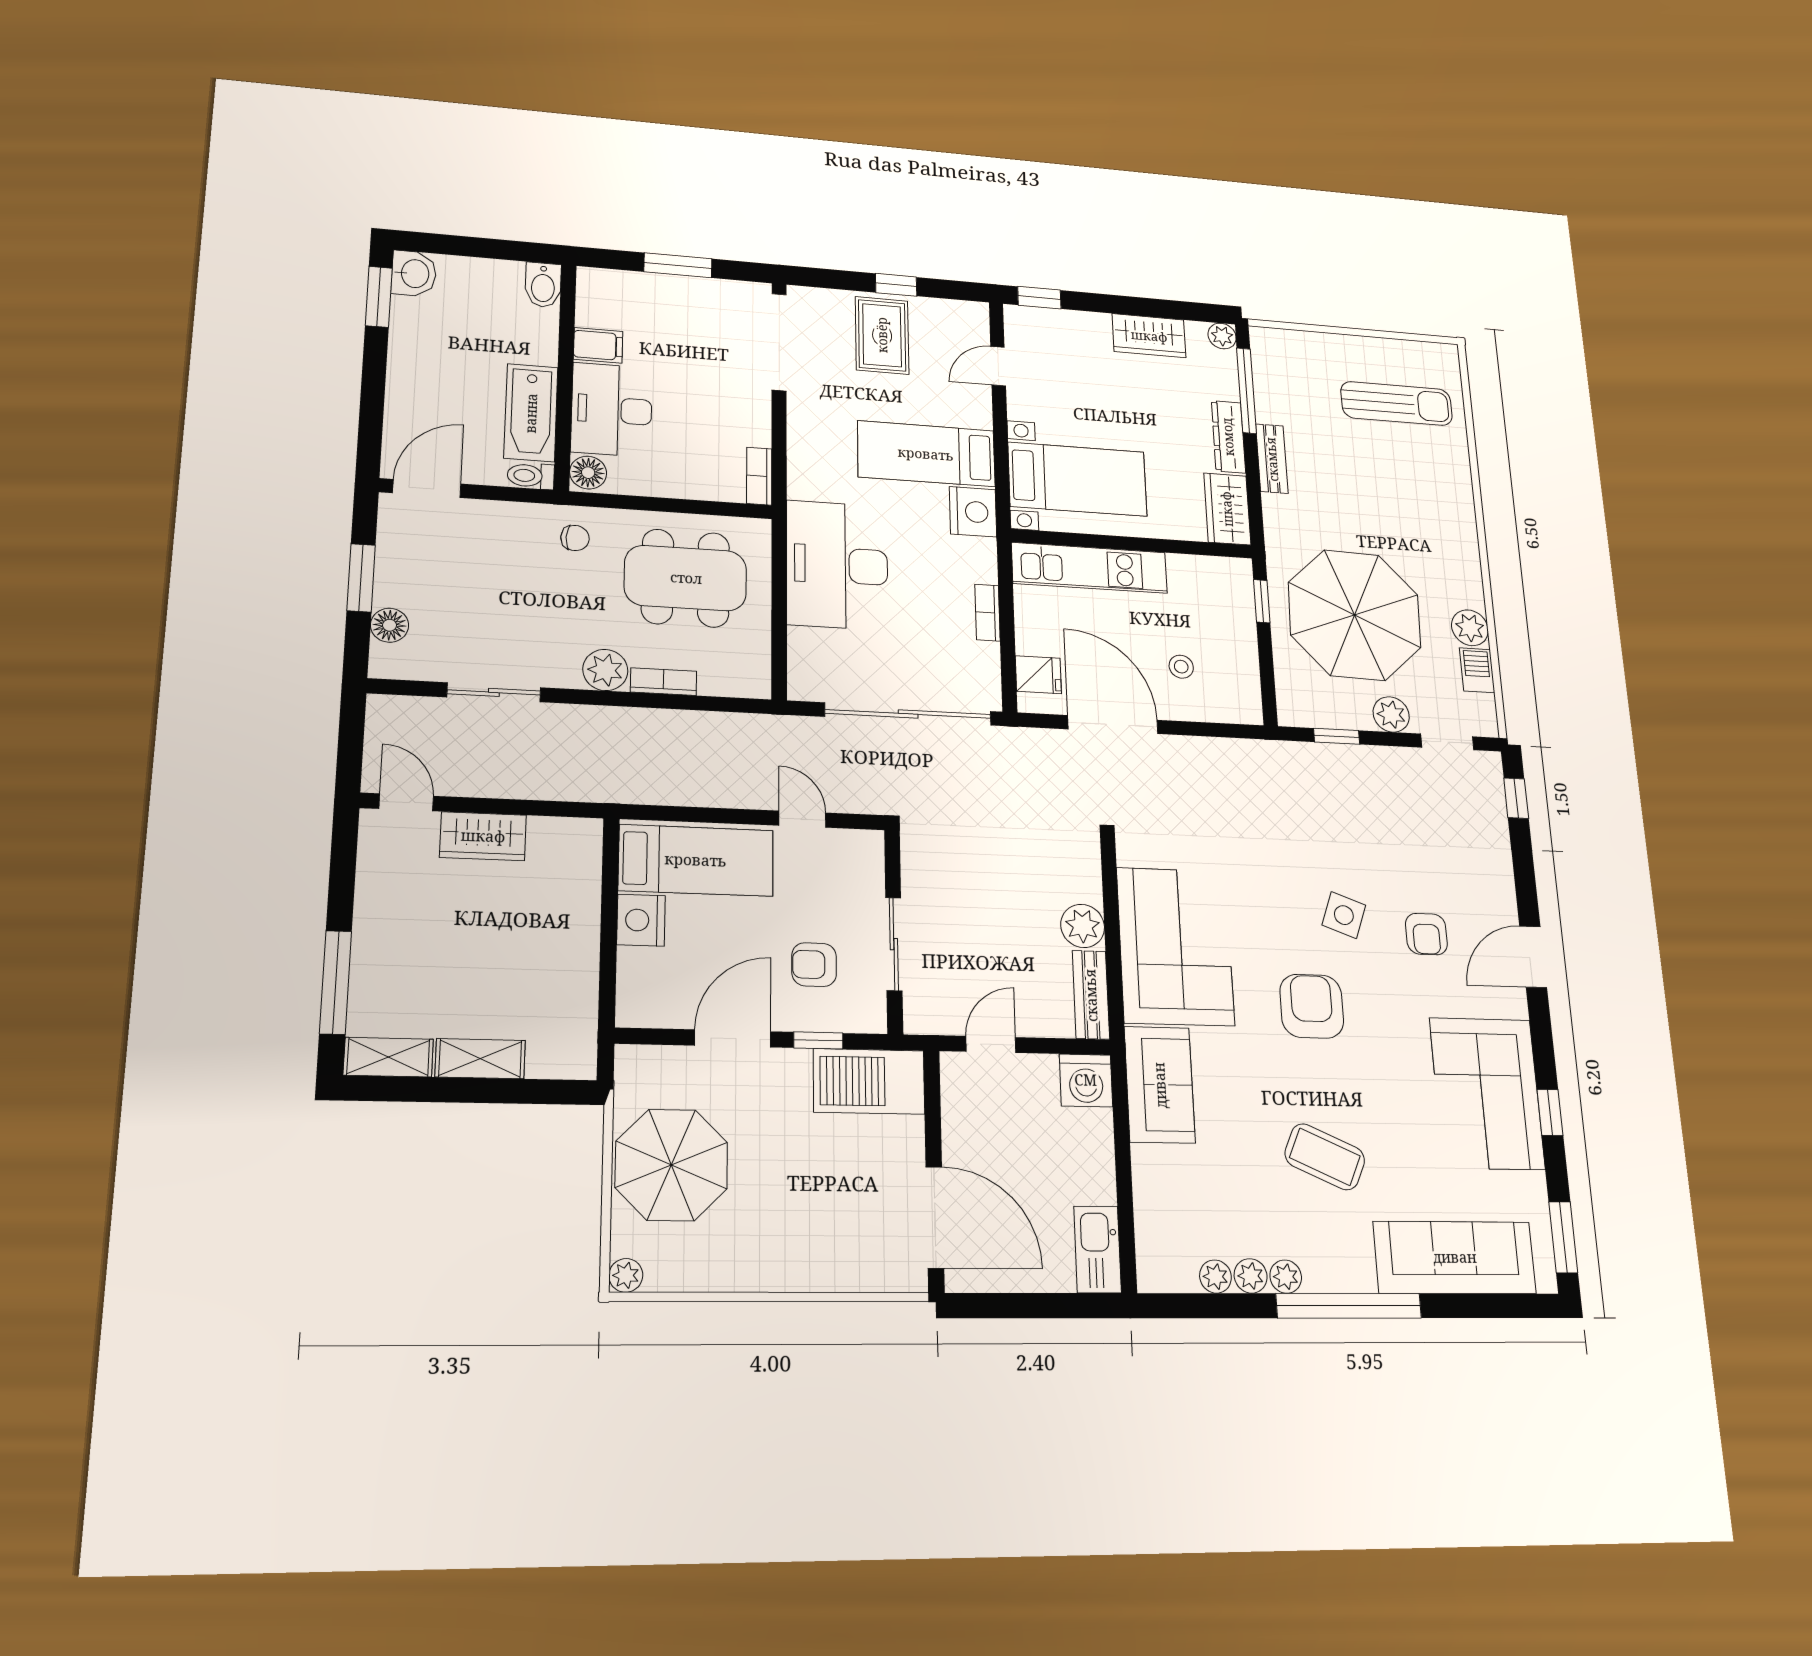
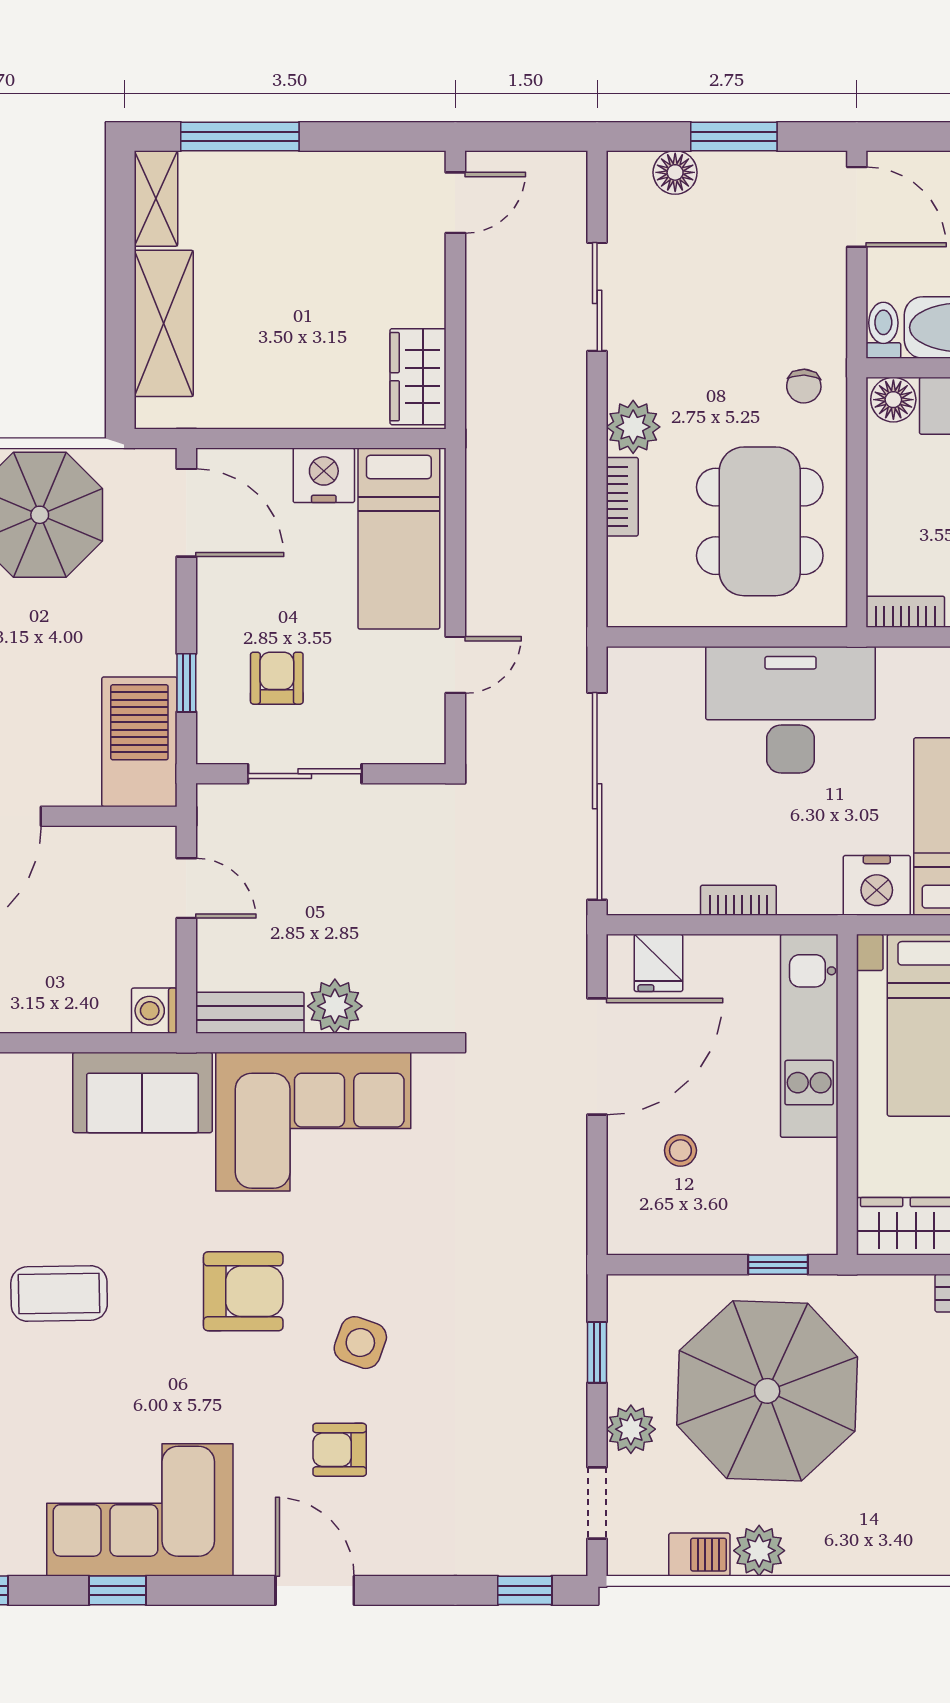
wardrobe: (483, 836) -> (418, 377), moved
door: (733, 1038) -> (186, 513), moved
shelving: (480, 1059) -> (164, 323), width x1.50, depth x1.33
washing machine: (1086, 1080) -> (154, 1011), width x0.73, depth x0.73
coffee table: (1325, 1157) -> (59, 1293), turned 65

